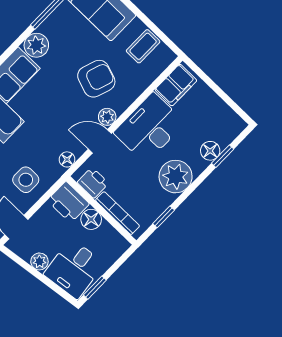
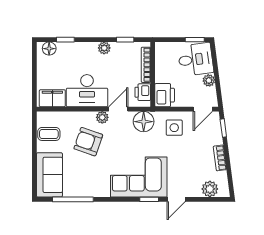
plant: (36, 45) -> (101, 189), removed
door: (100, 141) -> (118, 109), swing flipped
floor lamp: (210, 151) -> (49, 49), moved
floor lamp: (67, 159) -> (144, 122), width x1.89, depth x1.89
plant: (176, 177) -> (104, 48), width x0.53, depth x0.53
floor lamp: (91, 219) -> (162, 75), removed

